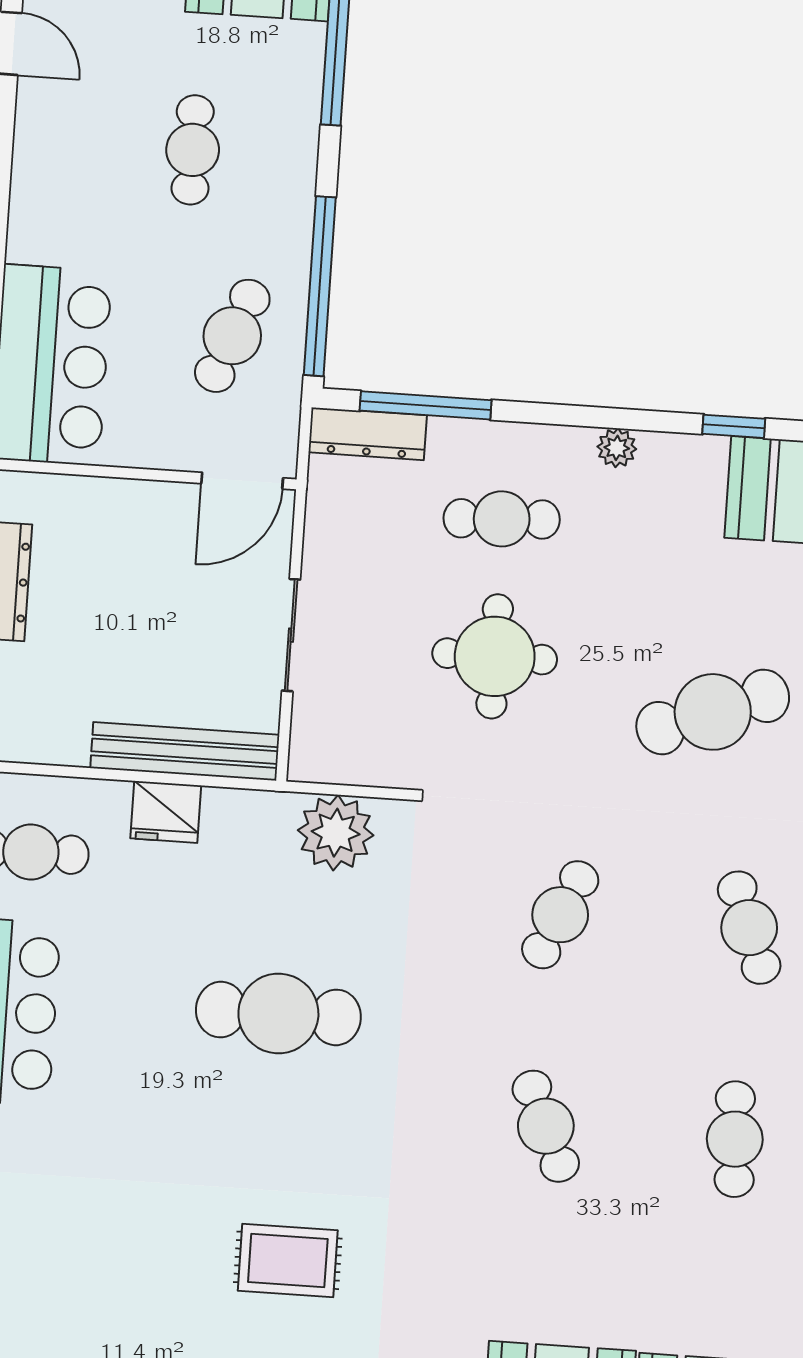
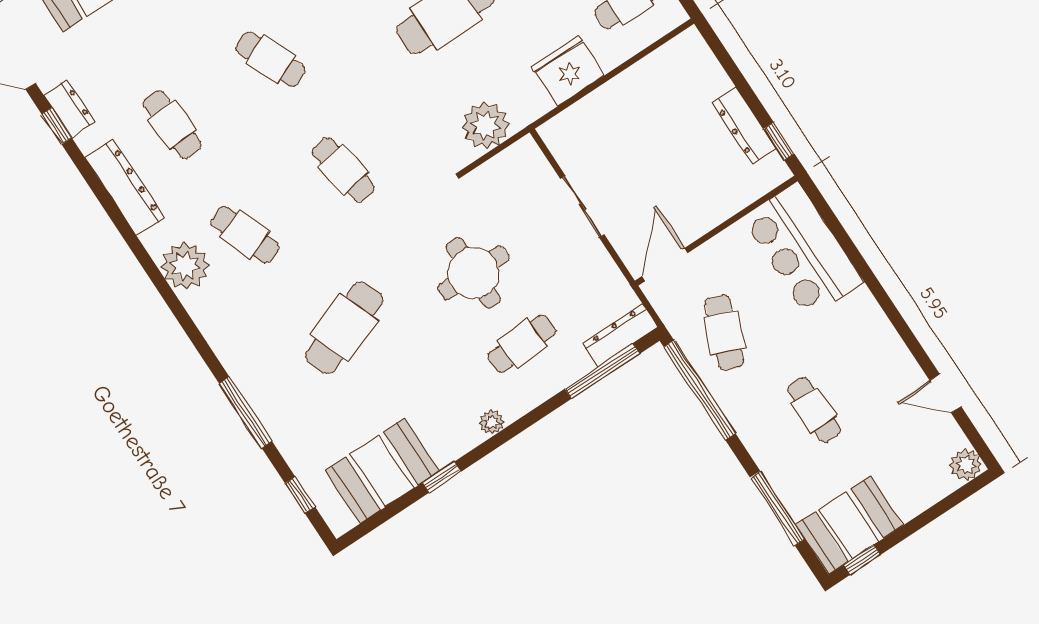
bench: (185, 751) -> (591, 109), removed
fridge: (166, 812) -> (568, 71), width x1.36, depth x1.34
cafe table: (560, 915) -> (343, 170), turned -33

